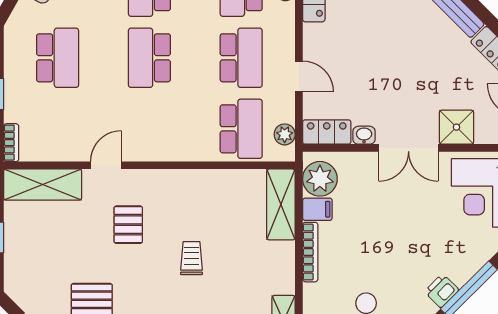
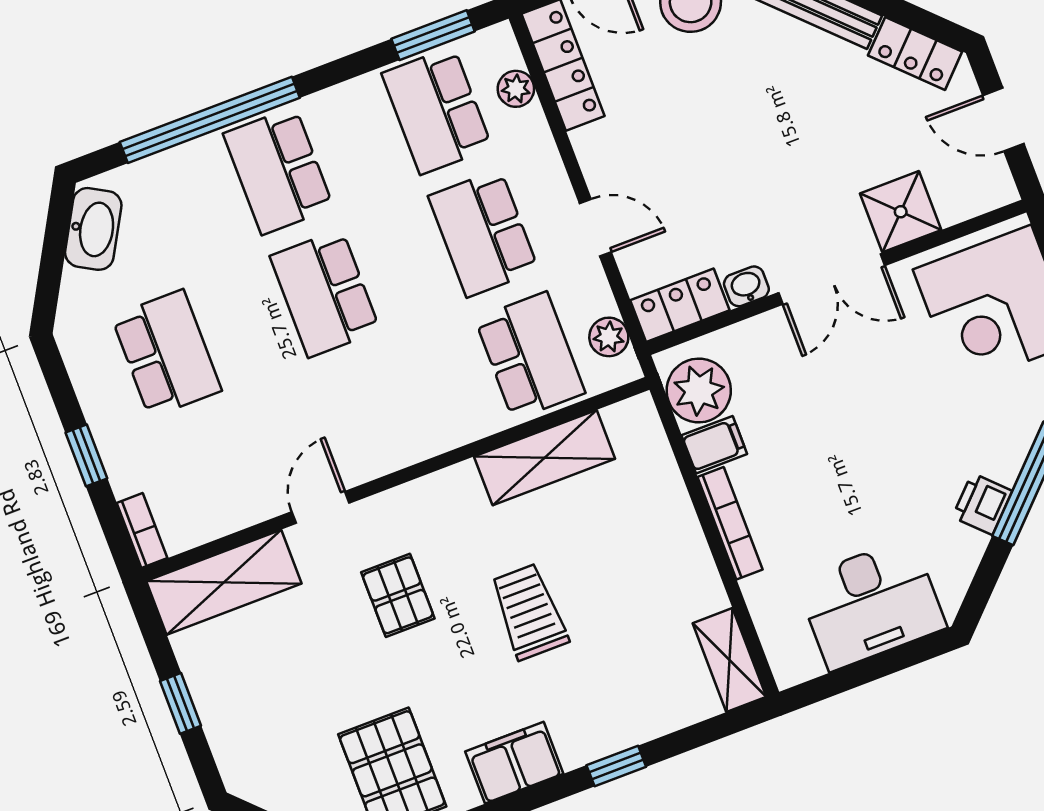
school desk: (241, 58) -> (483, 233), turned 180
shelving: (281, 204) -> (545, 458), moved, turned 90
trolley: (191, 258) -> (529, 612), width x1.36, depth x1.39

